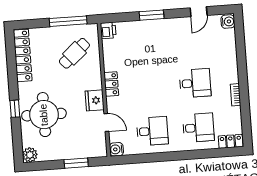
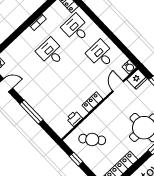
window: (152, 15) -> (31, 112), width x1.44
window: (68, 21) -> (76, 159), width x0.46
printer: (108, 30) -> (74, 119), moved
fridge: (95, 100) -> (137, 79), moved

